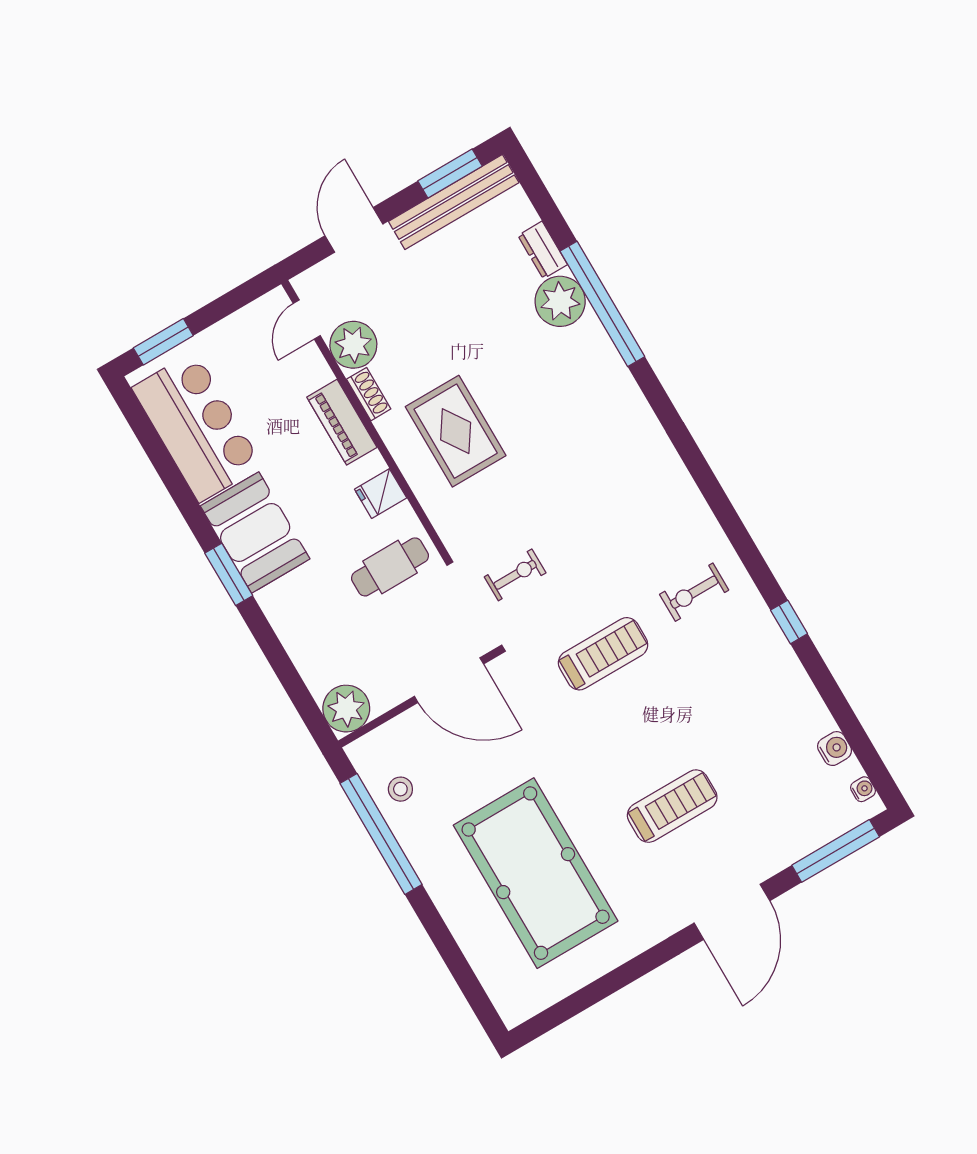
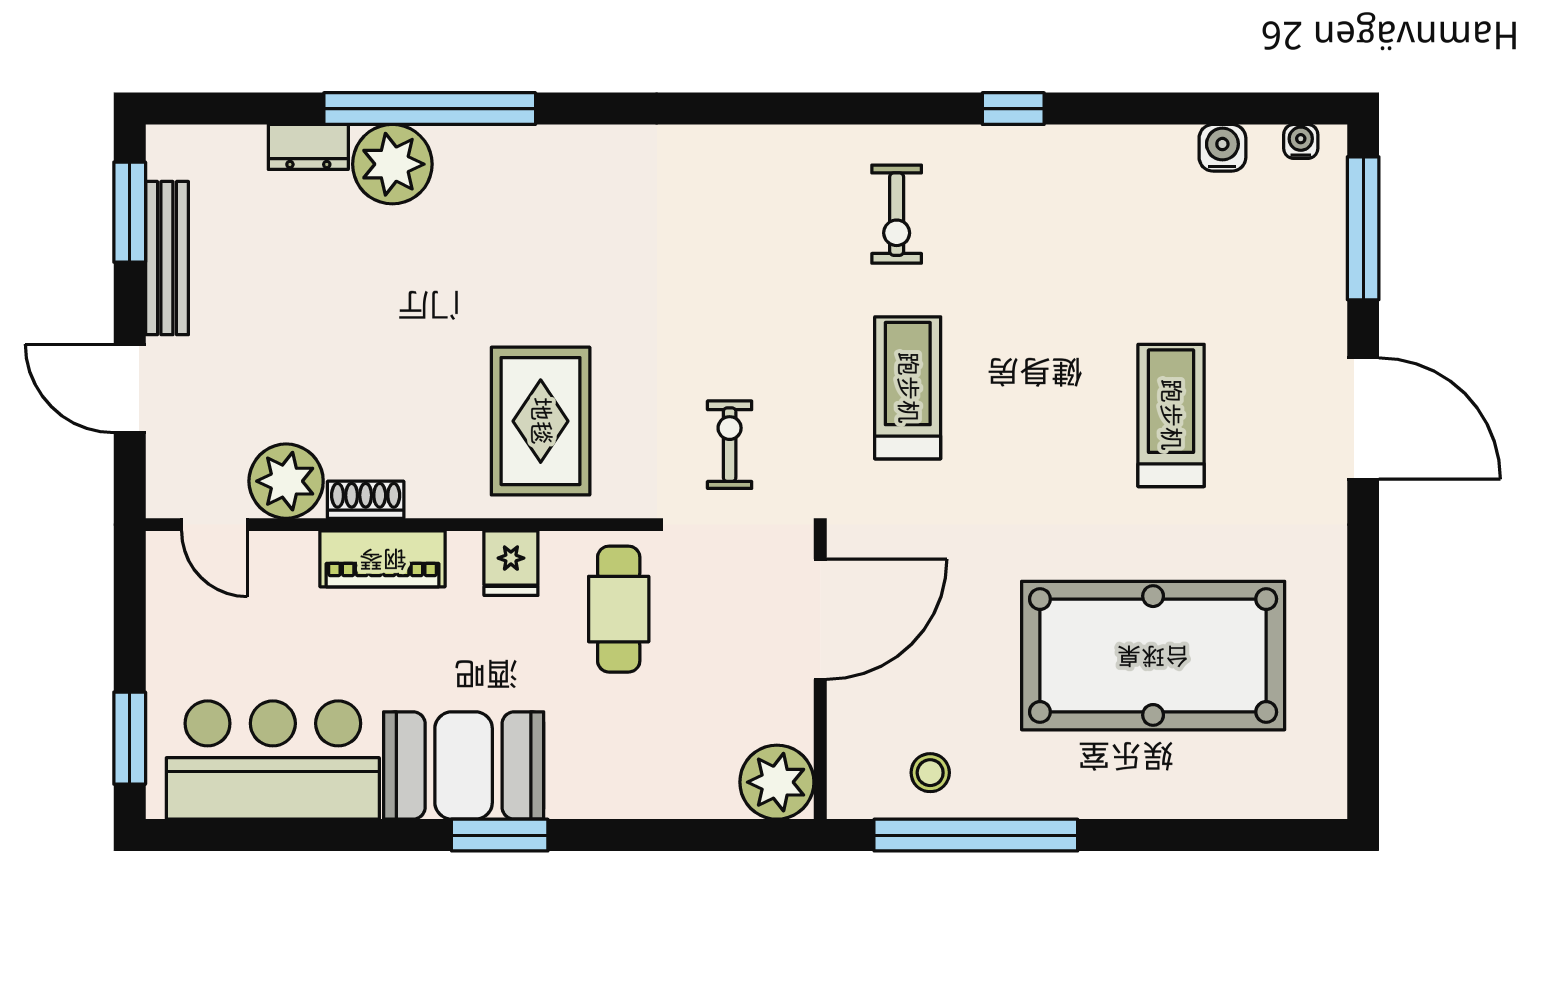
bench: (454, 202) -> (167, 258), width x0.73, depth x0.82
rug: (456, 431) -> (541, 421), moved, turned 90

